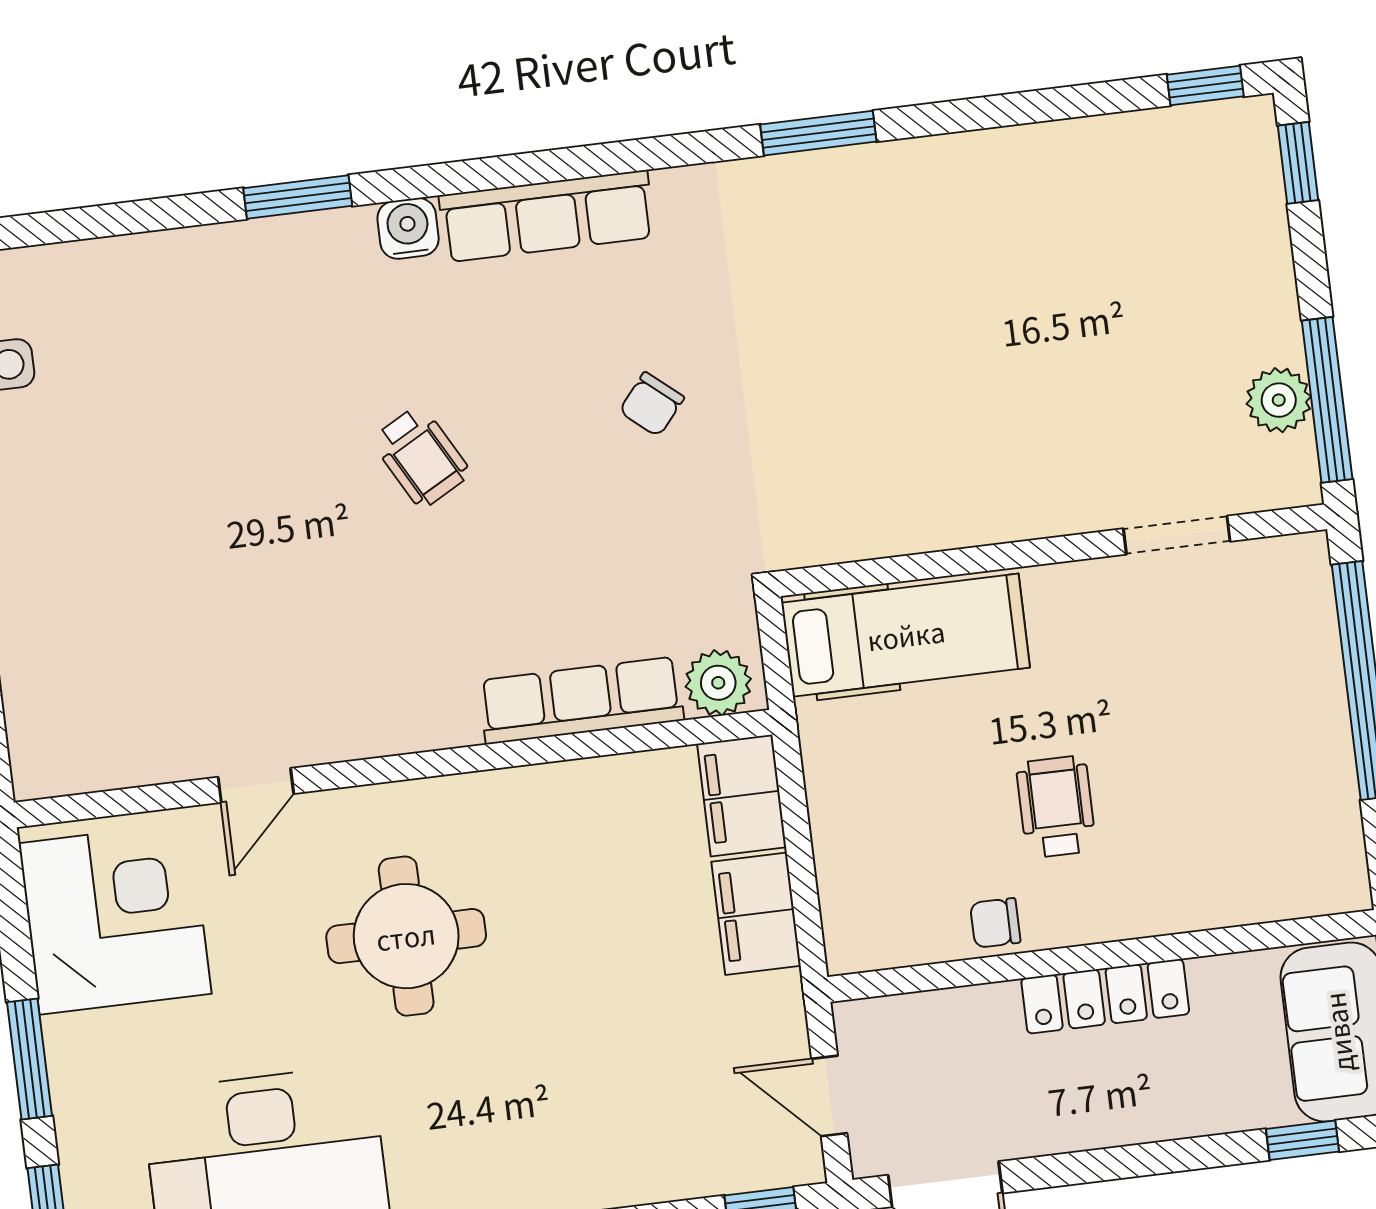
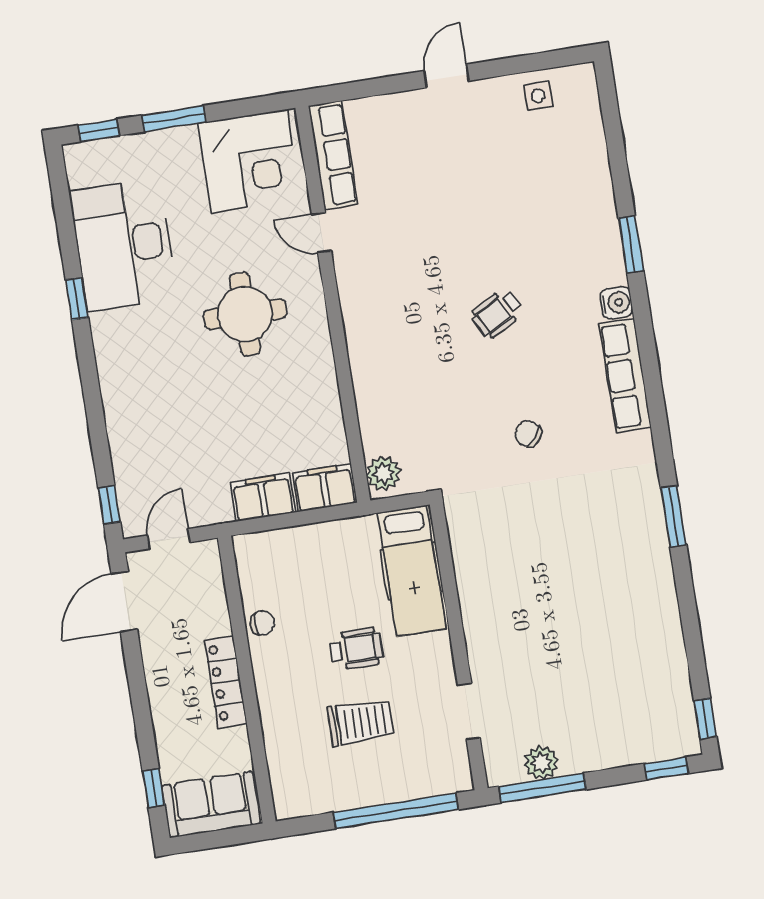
row of seats: (581, 700) -> (333, 155), moved
trolley: (1191, 742) -> (361, 722), added
wheelchair: (1056, 807) -> (356, 649), moved
chair: (995, 923) -> (262, 623), turned 89

